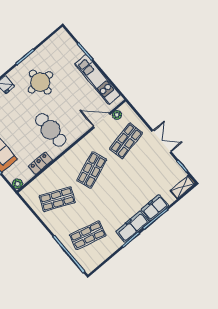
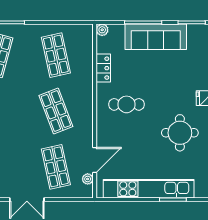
kitchen unit: (97, 80) -> (149, 189), width x1.36
cafe table: (51, 130) -> (126, 104), width x0.73, depth x0.74
shop shelf: (57, 199) -> (56, 55), turned -36

